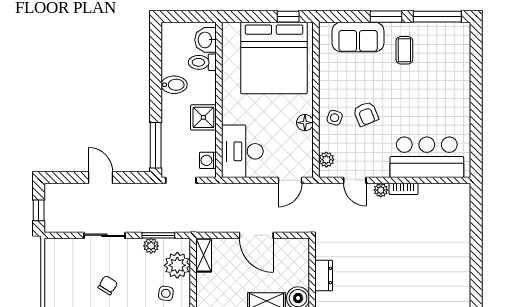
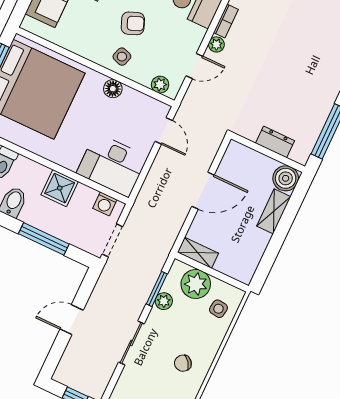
window: (156, 145) -> (44, 239), moved
chair: (108, 285) -> (183, 363), turned -69

